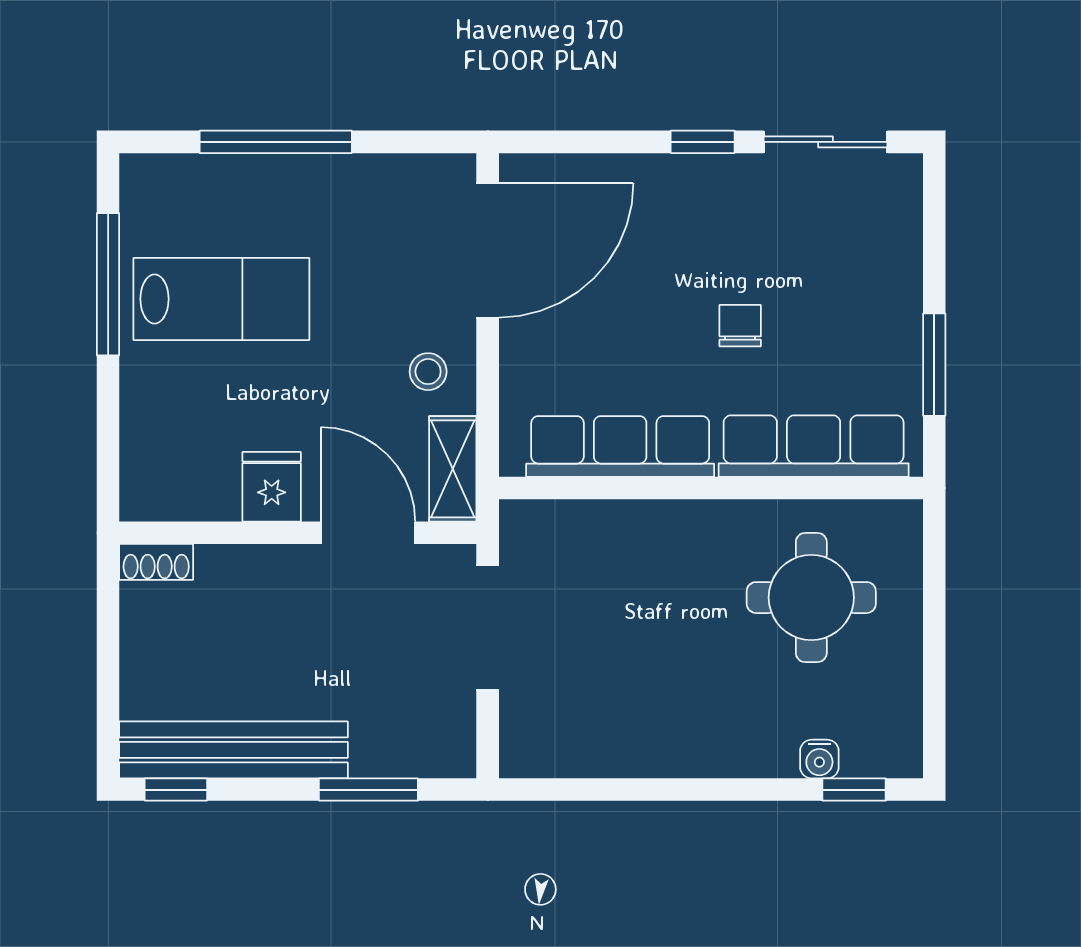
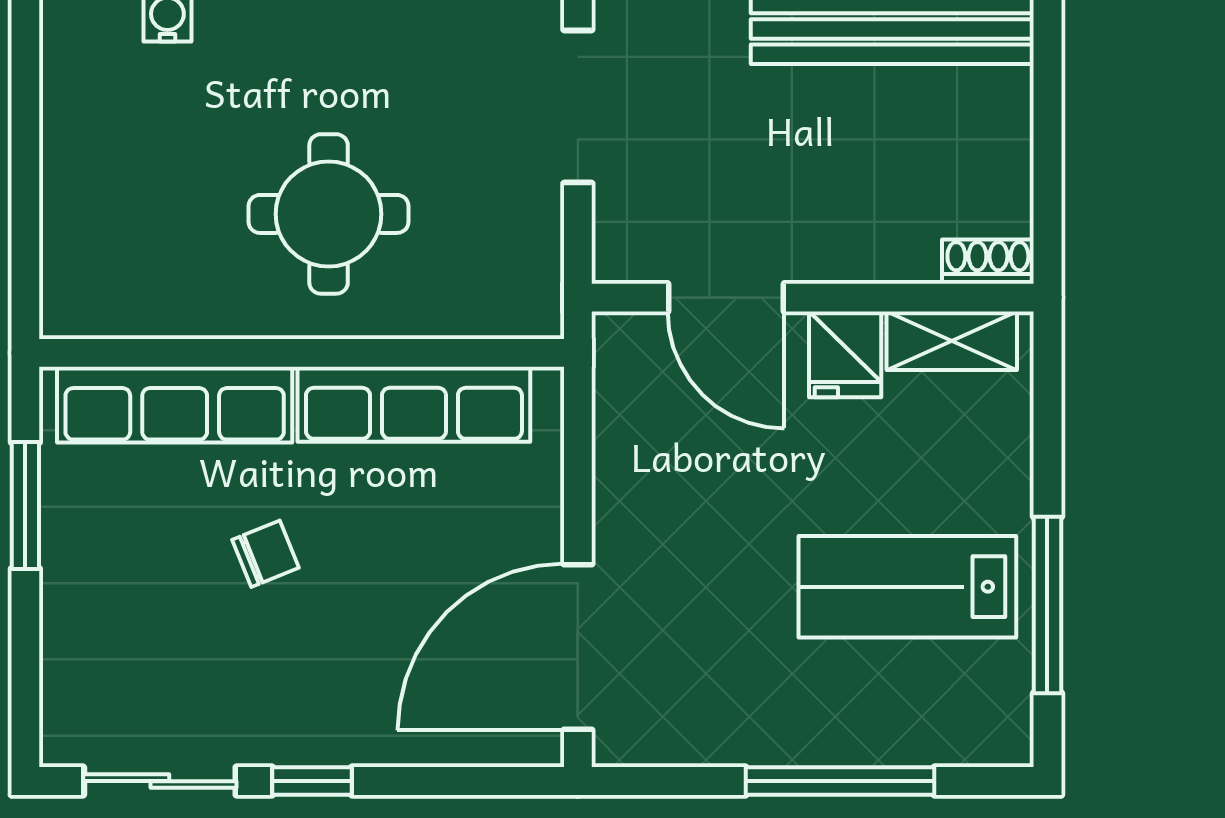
chair: (740, 326) -> (265, 554), turned -112
stool: (428, 372) -> (652, 497), removed
shelving: (453, 469) -> (952, 341), moved, turned 90
round table: (811, 598) -> (329, 214), moved
doorway: (488, 627) -> (578, 106), moved

